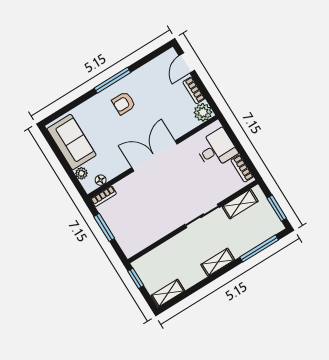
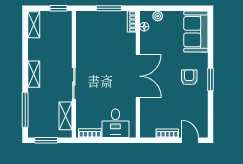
window: (112, 80) -> (210, 79), width x0.69
plant: (203, 112) -> (147, 130), removed
sofa: (72, 142) -> (196, 32), moved, turned 90

